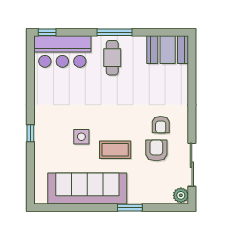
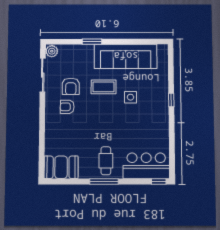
armchair: (161, 125) -> (67, 107), turned -90

